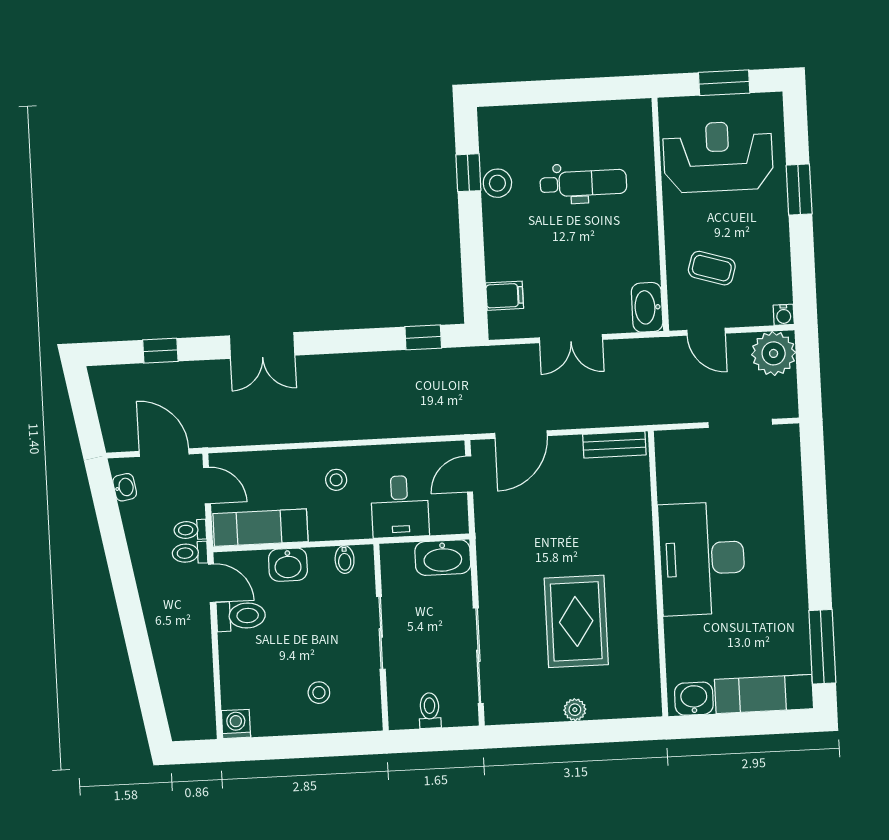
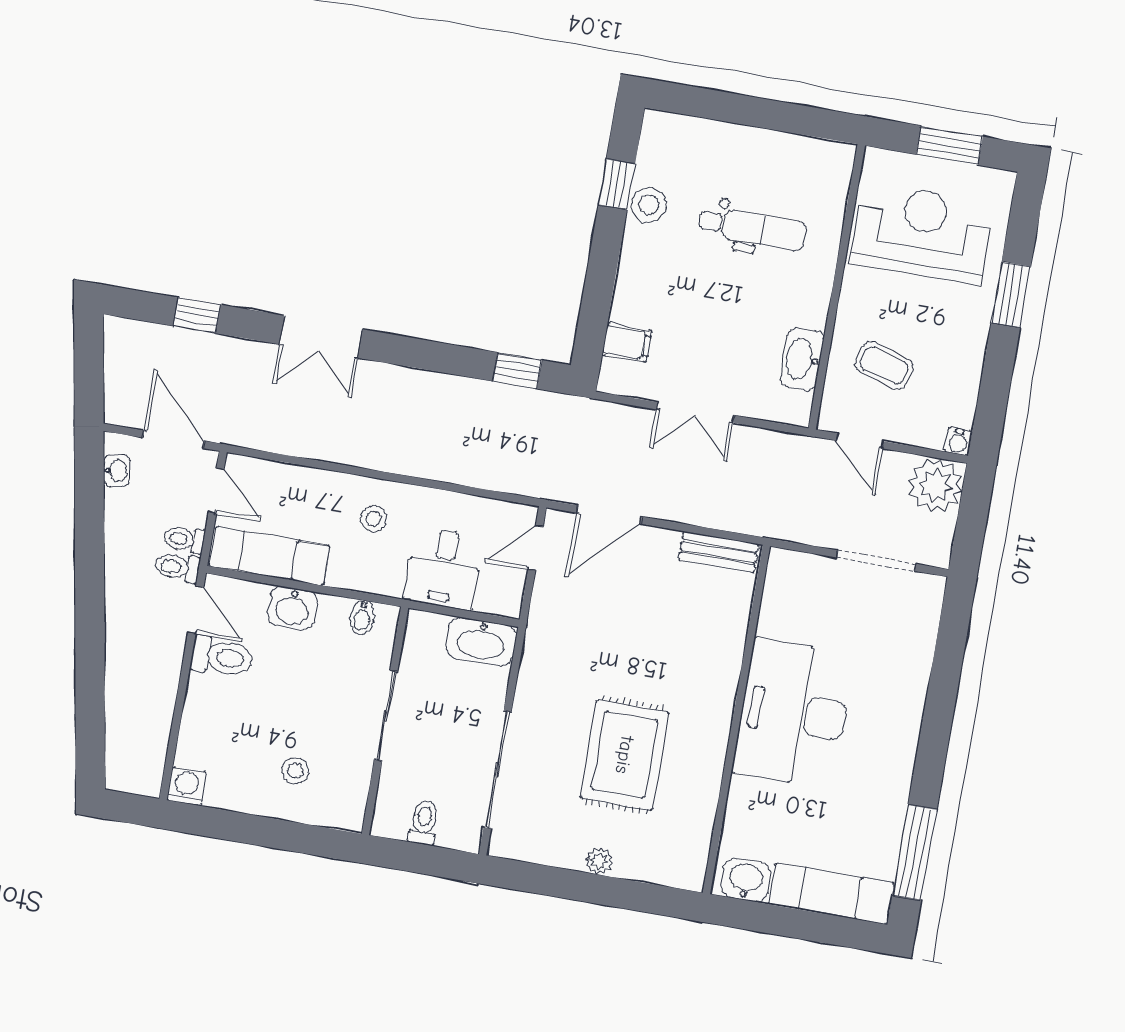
washbasin: (647, 307) -> (802, 359), moved

